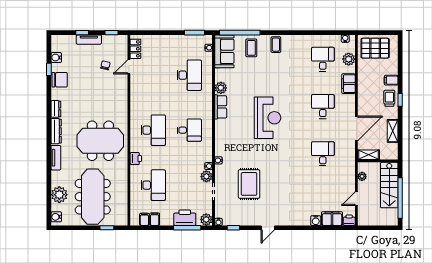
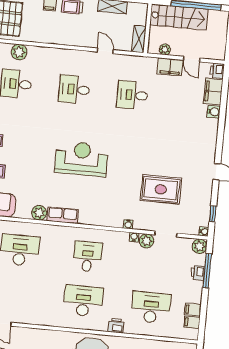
filing cabinet: (348, 84) -> (170, 67), moved
door: (356, 128) -> (105, 51), width x0.53
printer: (185, 218) -> (198, 273), width x0.53, depth x0.68

